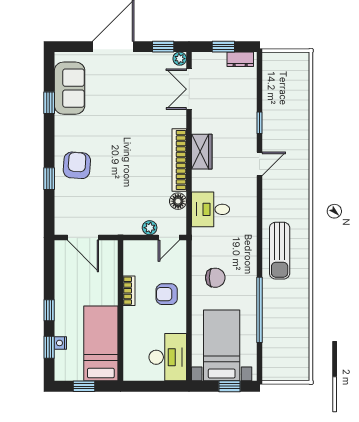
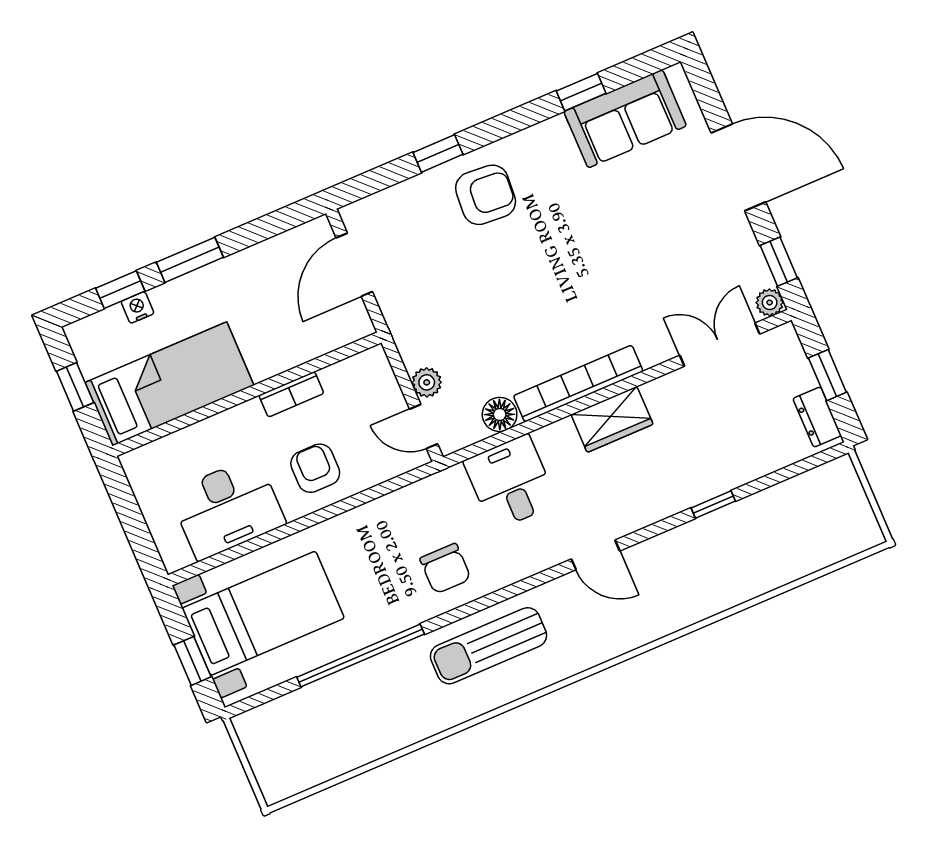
door: (259, 164) -> (595, 555), moved
chair: (215, 278) -> (445, 569), moved
window: (49, 310) -> (190, 260), width x1.50
desk: (168, 357) -> (227, 508), moved

